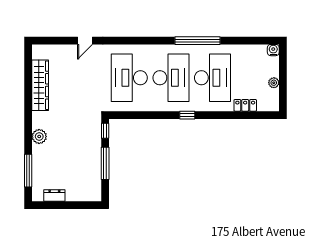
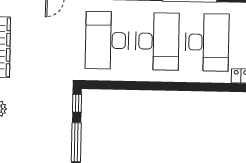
window: (187, 115) -> (176, 86), removed

